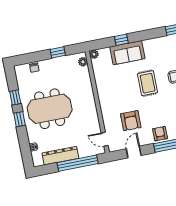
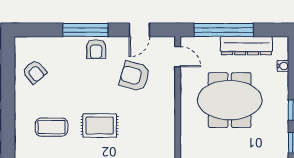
rug: (148, 83) -> (100, 126), turned 90
meeting table: (50, 109) -> (230, 100), moved
armchair: (131, 121) -> (135, 76), turned -74

